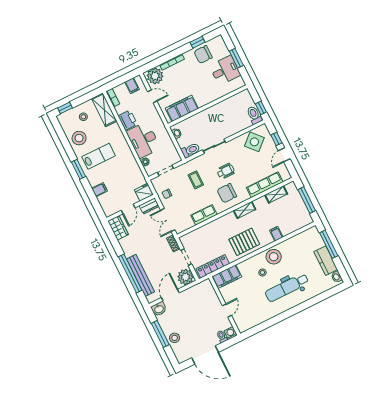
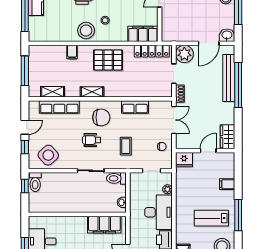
window: (78, 169) -> (238, 215), width x1.44
dresser: (149, 206) -> (186, 143), removed

